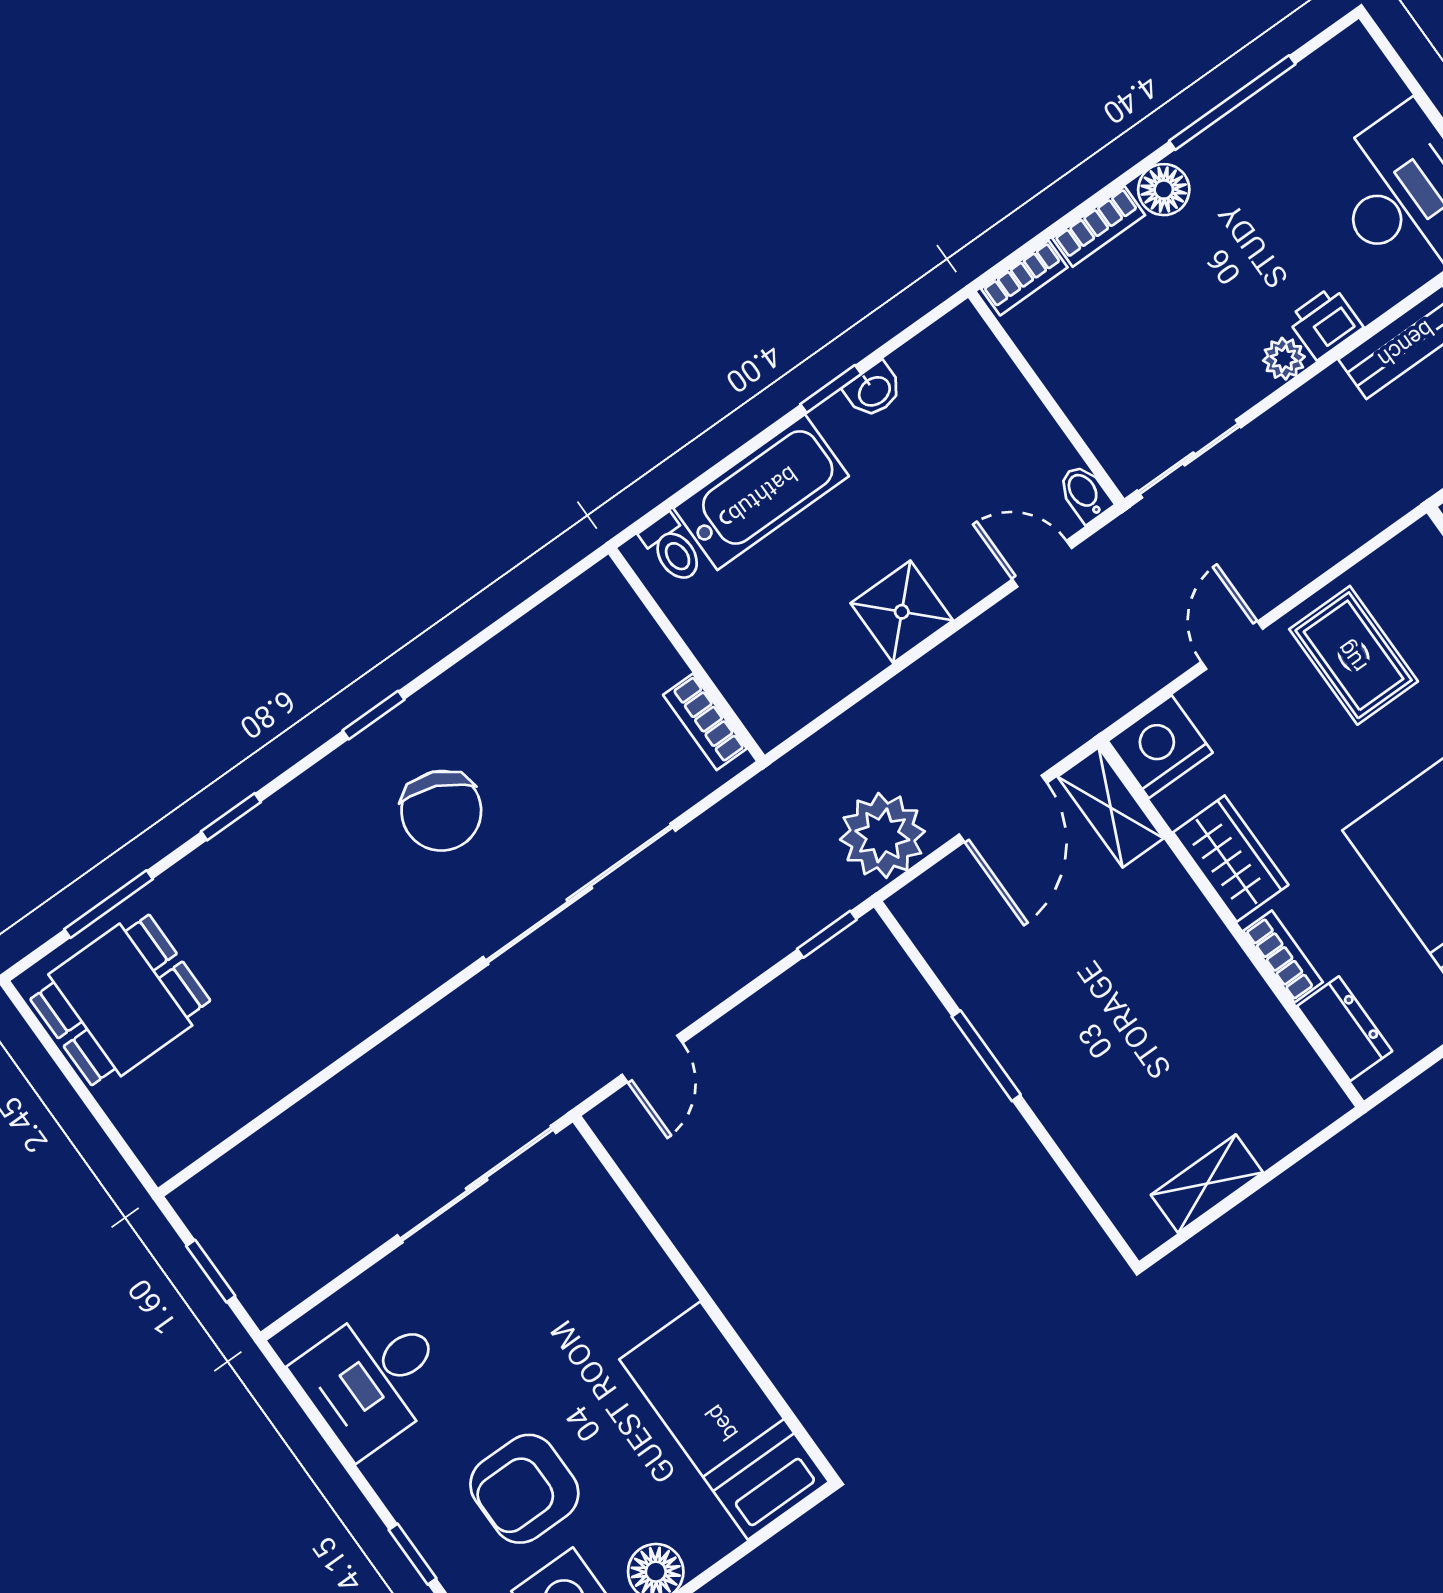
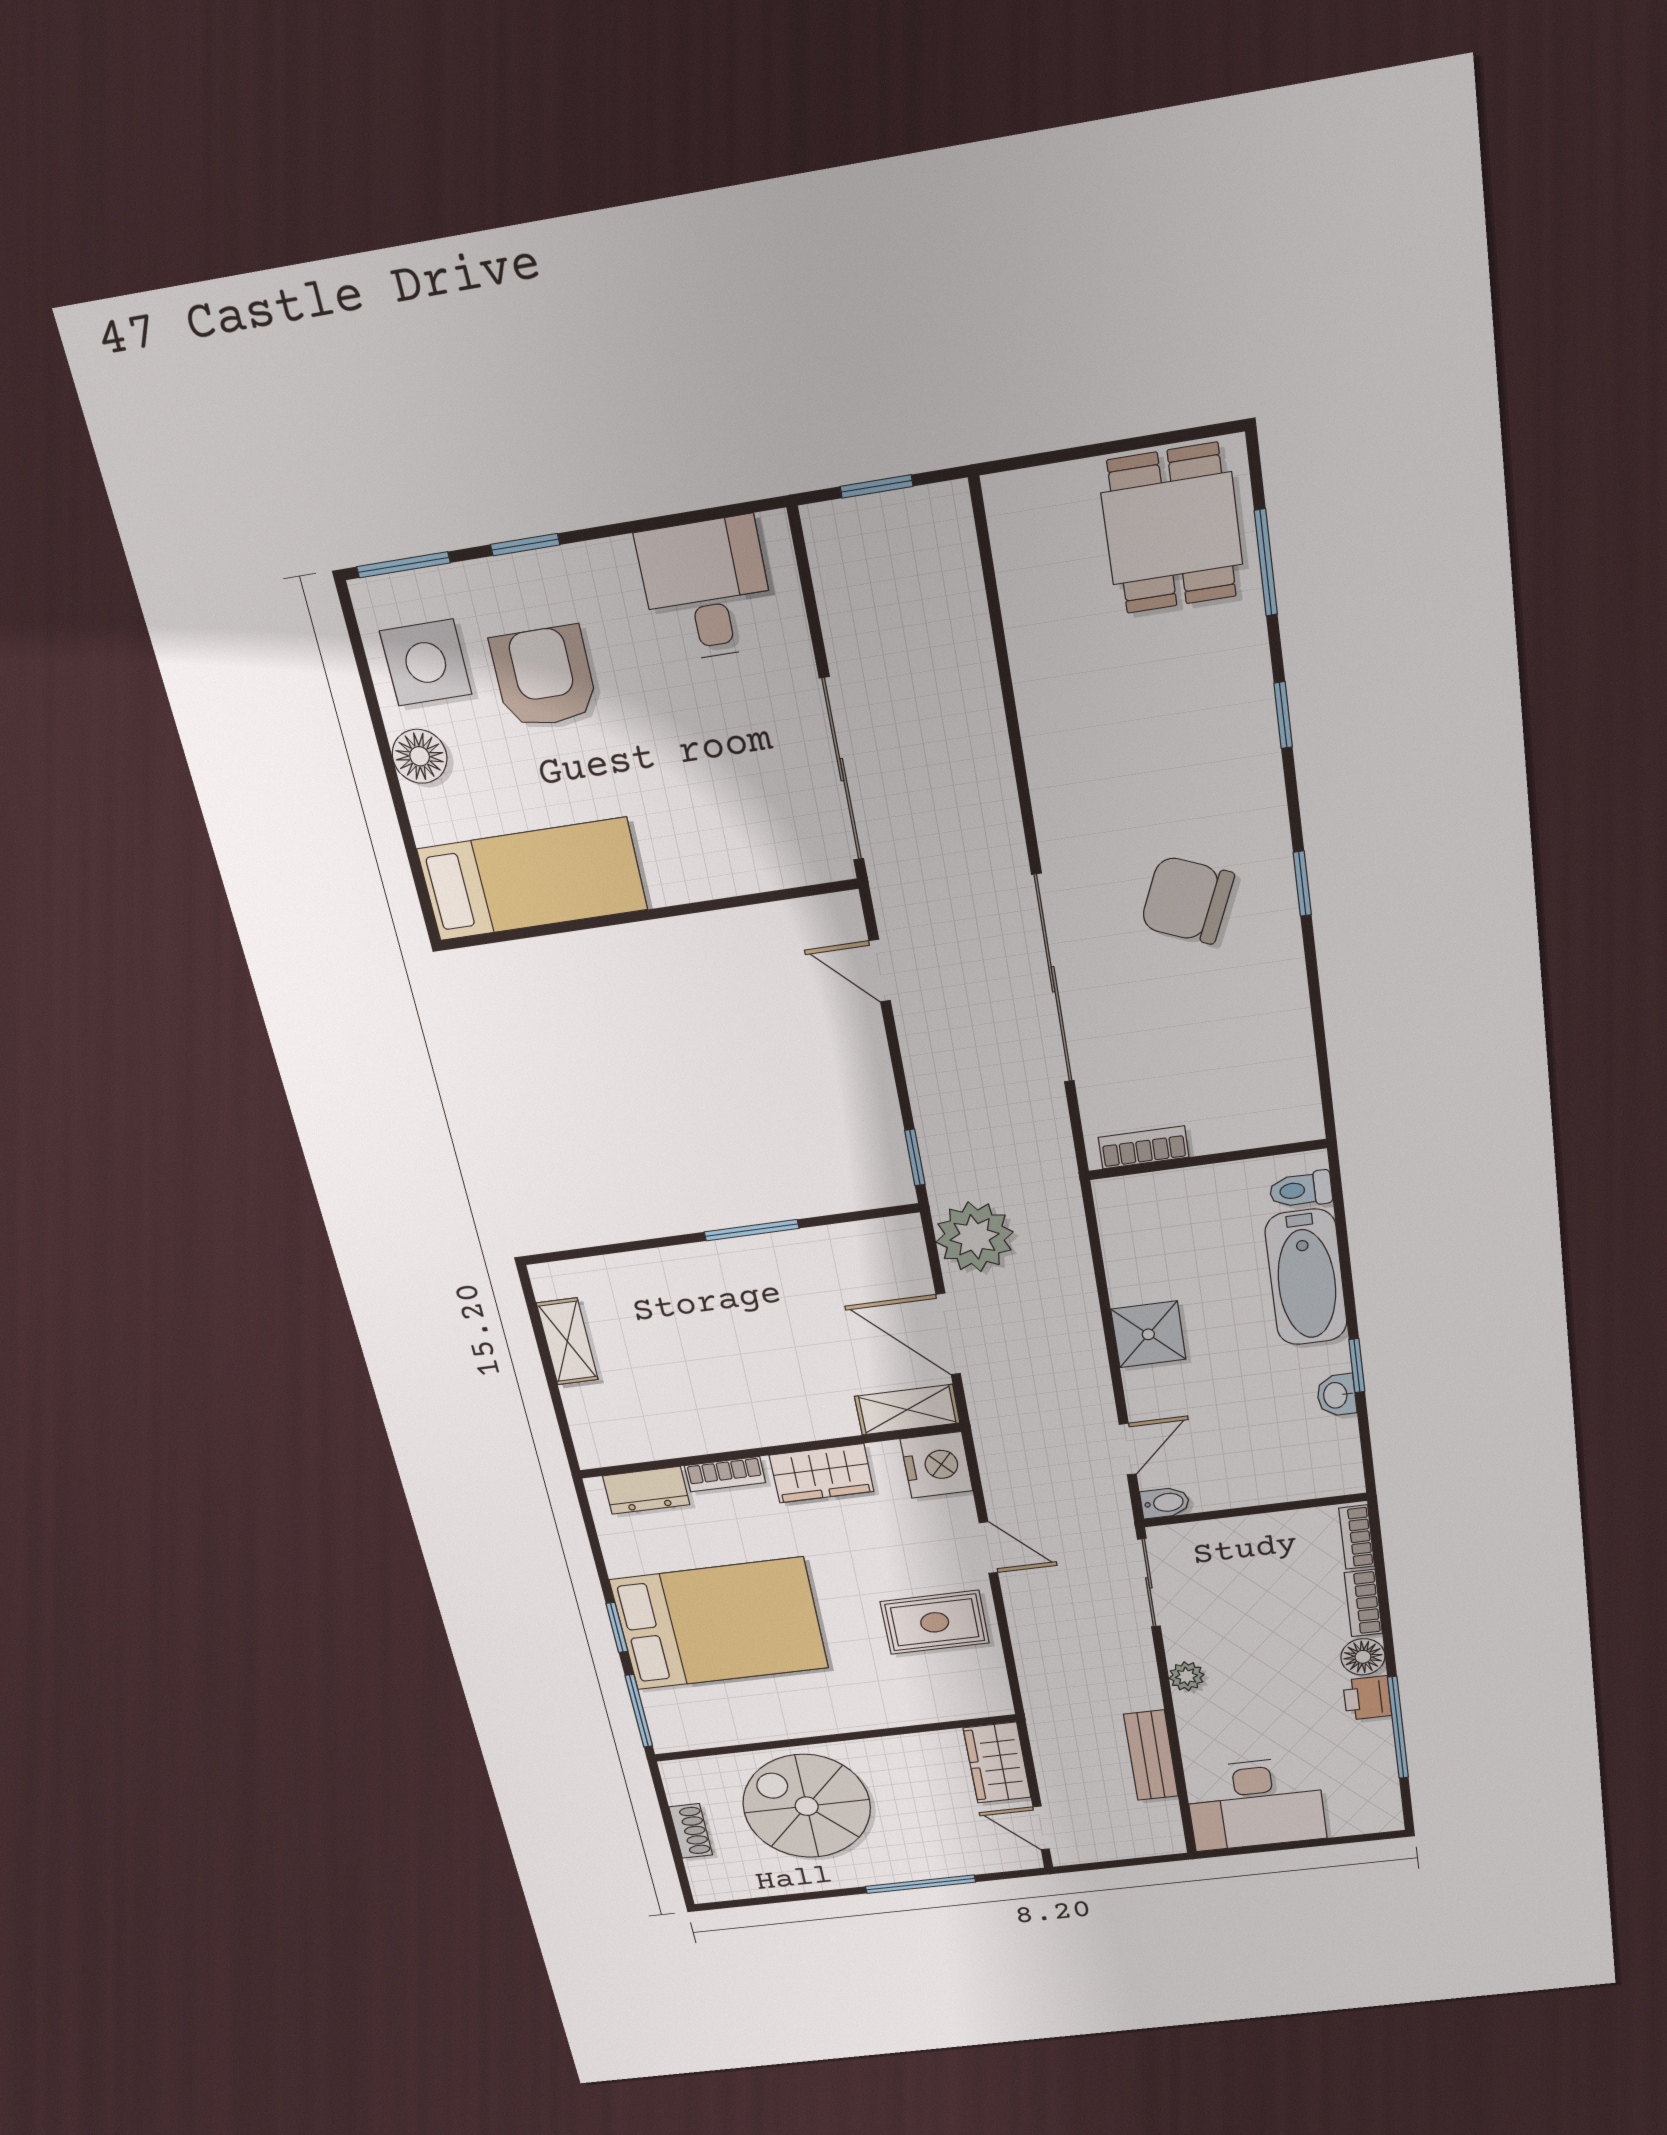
printer: (1325, 323) -> (1367, 1698), moved, turned 180

